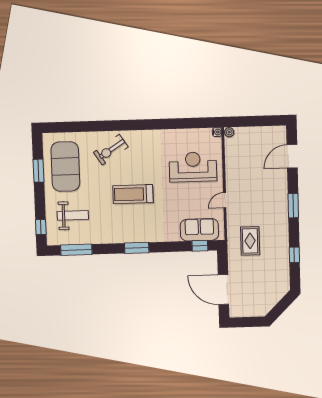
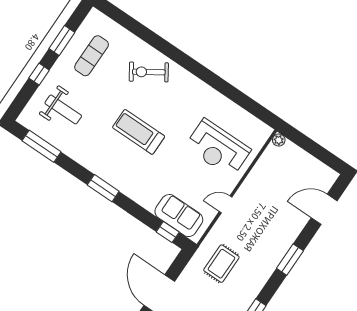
water cooler: (217, 132) -> (267, 131), removed
exercise mat: (65, 167) -> (92, 56), width x0.50, depth x0.69
reception desk: (193, 167) -> (218, 148), turned 180
window: (41, 227) -> (39, 74), moved

